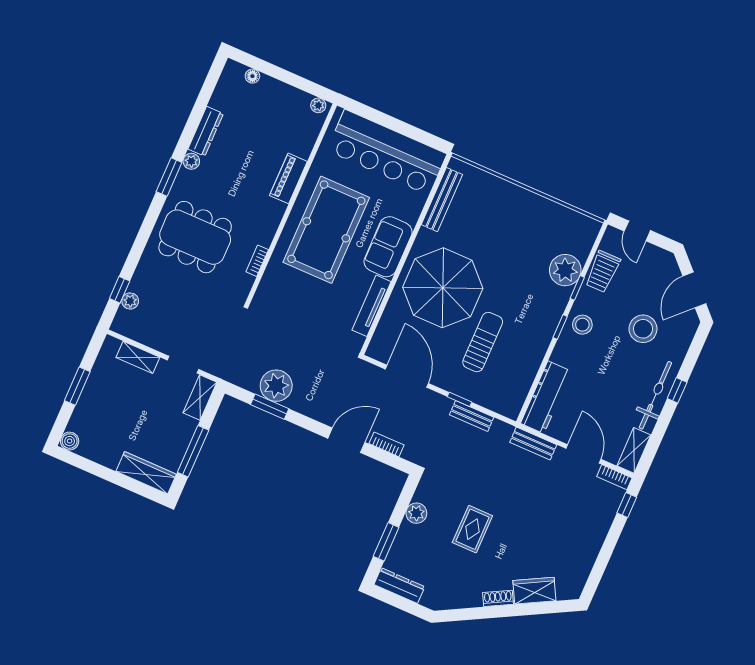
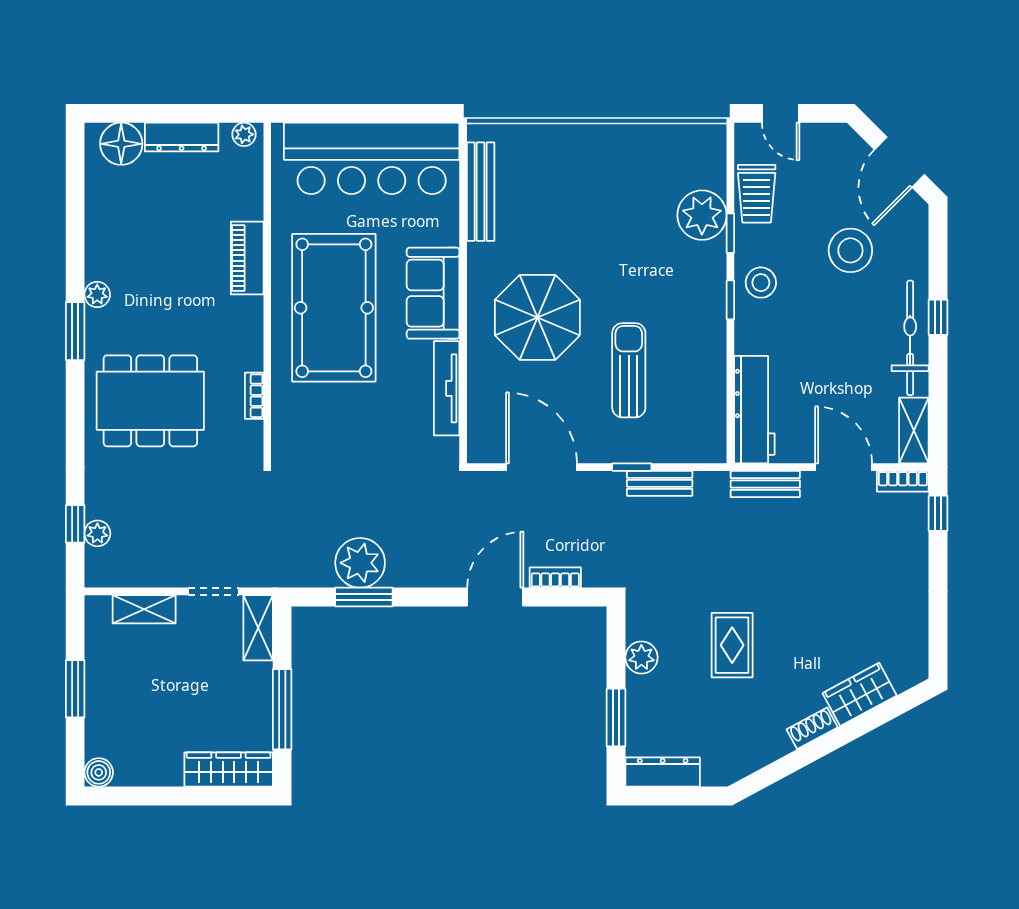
floor lamp: (252, 76) -> (121, 144), width x1.89, depth x1.89
dresser: (206, 131) -> (182, 137), moved, turned 90
parasol: (443, 288) -> (537, 317), width x0.73, depth x0.73

